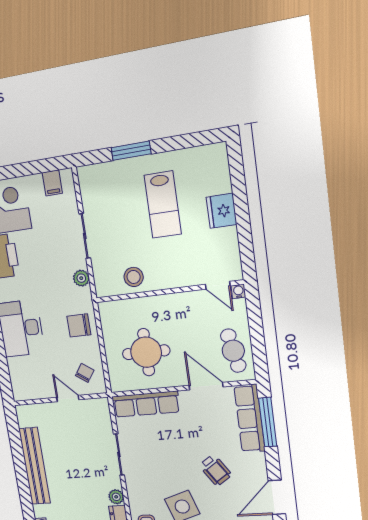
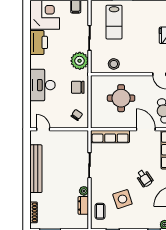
lab bench: (163, 205) -> (114, 22), moved
plant: (81, 278) -> (80, 61), width x1.87, depth x1.87
round table: (146, 352) -> (121, 98), moved
door: (68, 399) -> (43, 129), moved

